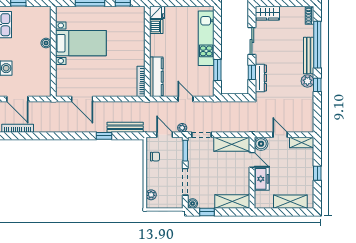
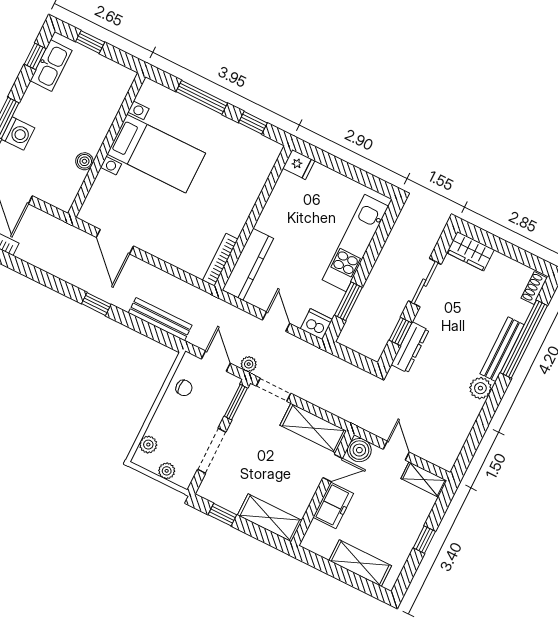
dishwasher: (156, 27) -> (316, 324), moved, turned -90
boiler: (46, 43) -> (84, 161), moved
window: (317, 85) -> (493, 402), removed
window: (104, 136) -> (96, 304), moved
door: (252, 160) -> (333, 468), hinge flipped
boiler: (193, 203) -> (206, 490), removed
plant: (167, 204) -> (167, 471), added

